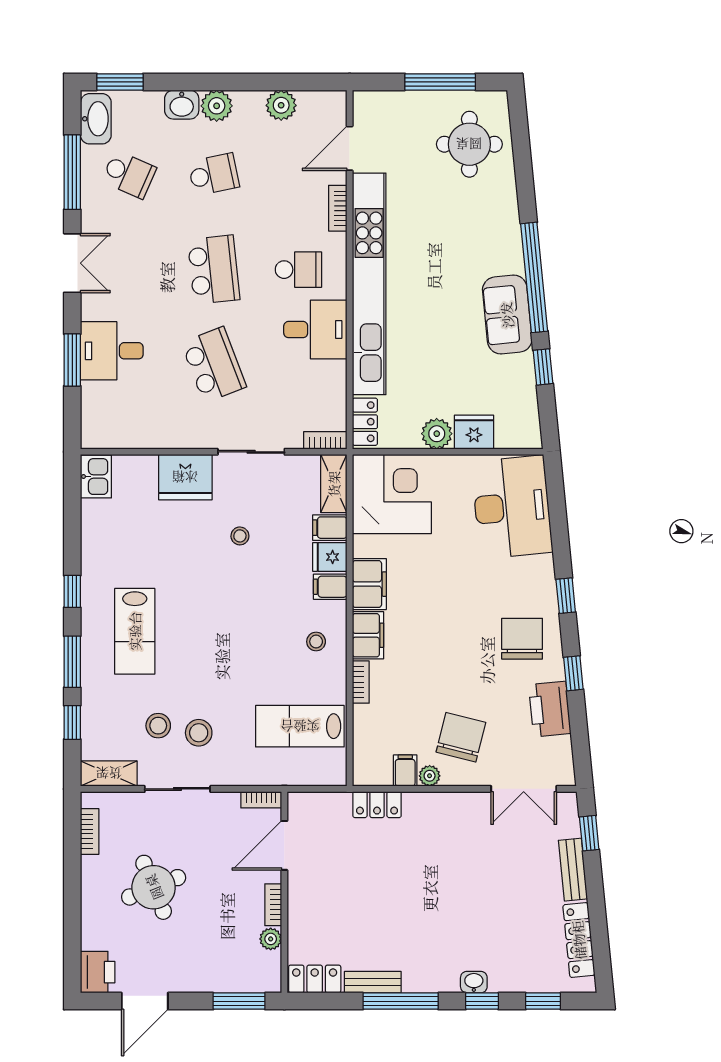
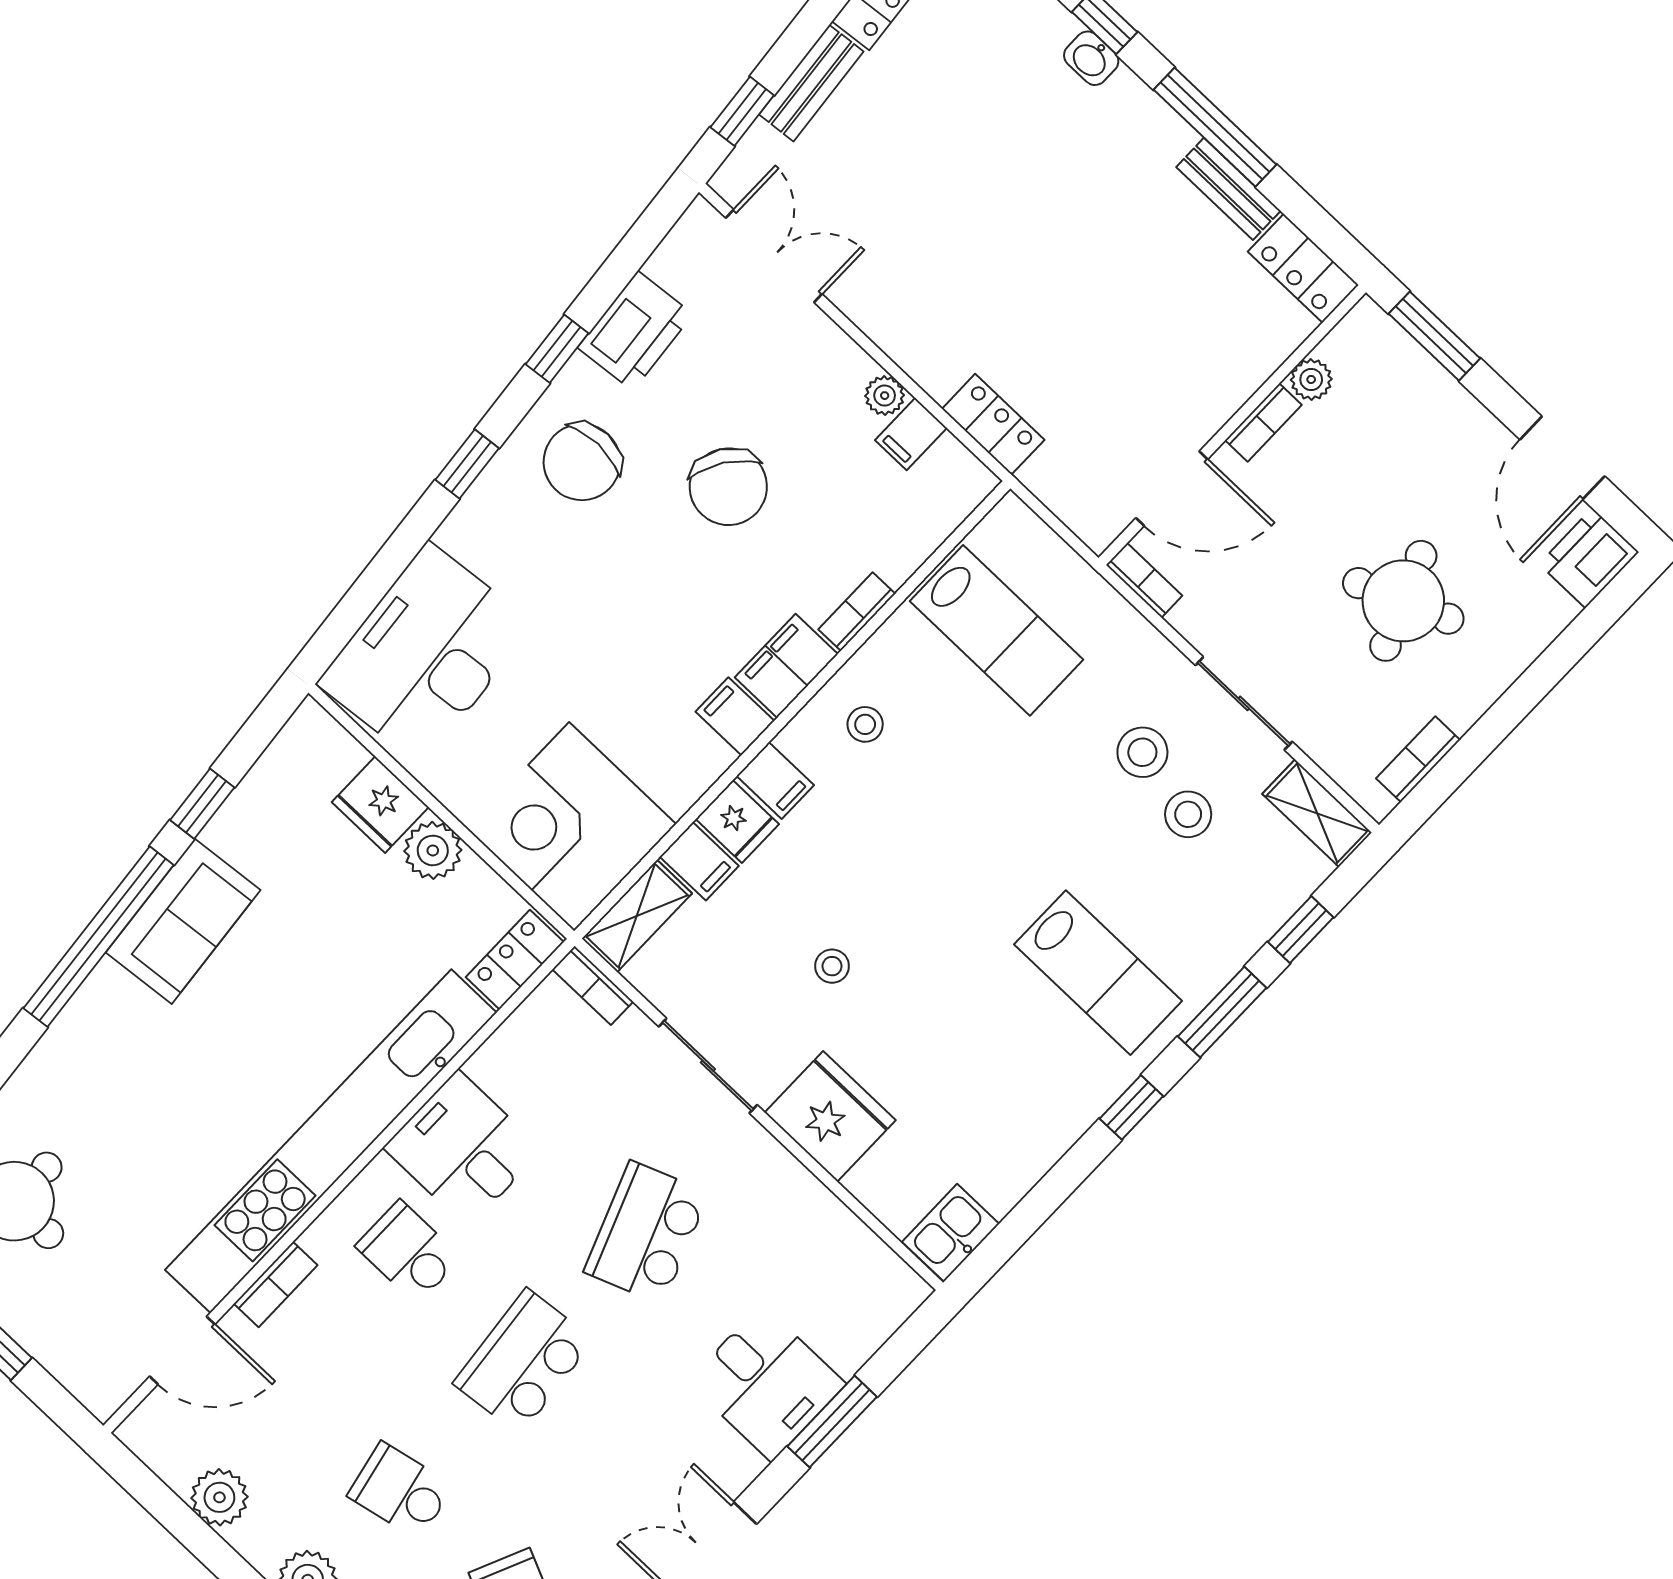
filing cabinet: (369, 584) -> (735, 716), width x0.50
lab bench: (135, 631) -> (1098, 973), turned 90
chair: (461, 737) -> (728, 487), moved, turned -70
door: (145, 1001) -> (1562, 458), swing flipped

